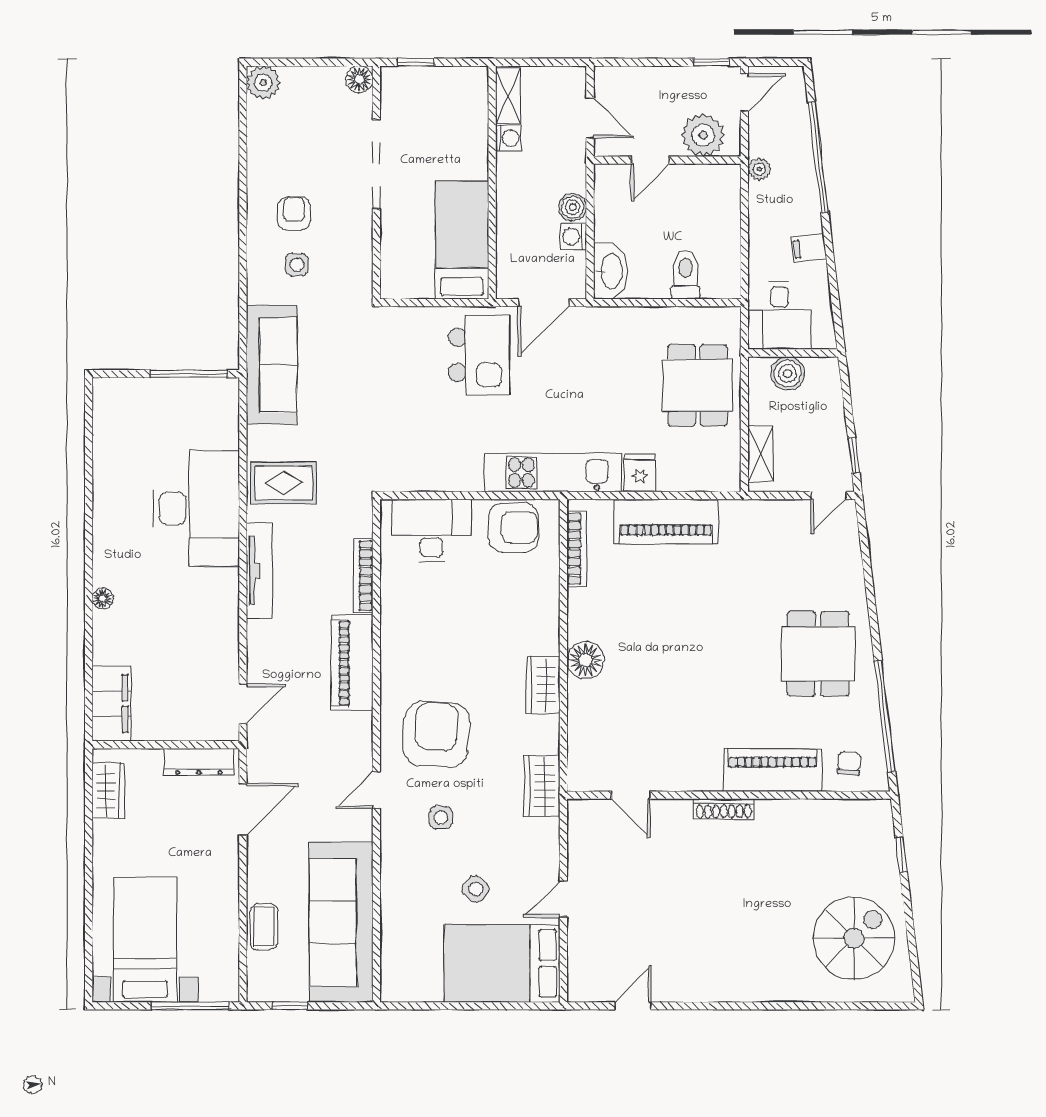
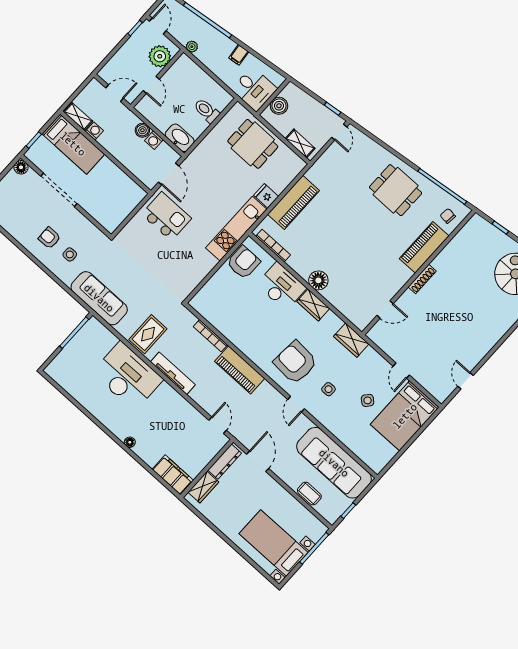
bed: (462, 240) -> (73, 144), moved, turned 180
desk: (431, 530) -> (281, 286), moved, turned 90
wardrobe: (108, 791) -> (203, 487), moved, turned 90

